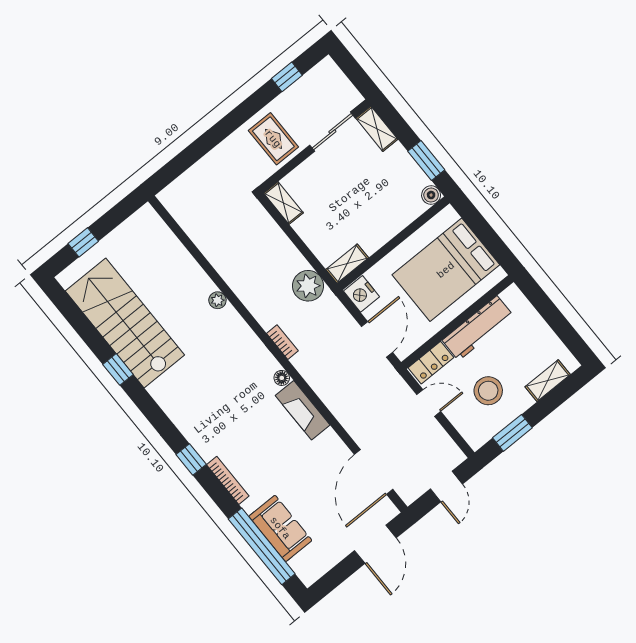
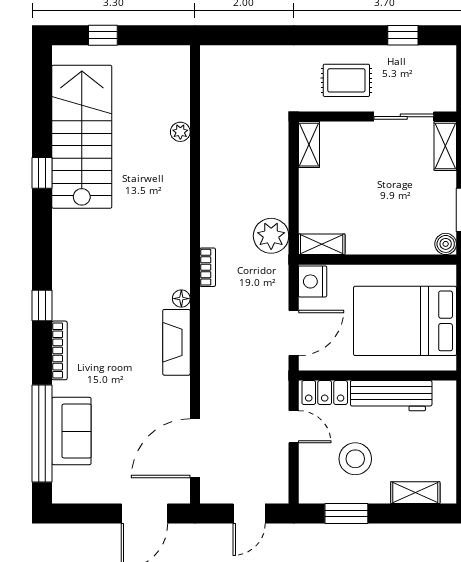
rug: (273, 139) -> (346, 80), turned 90
plant: (217, 300) -> (180, 132), moved

